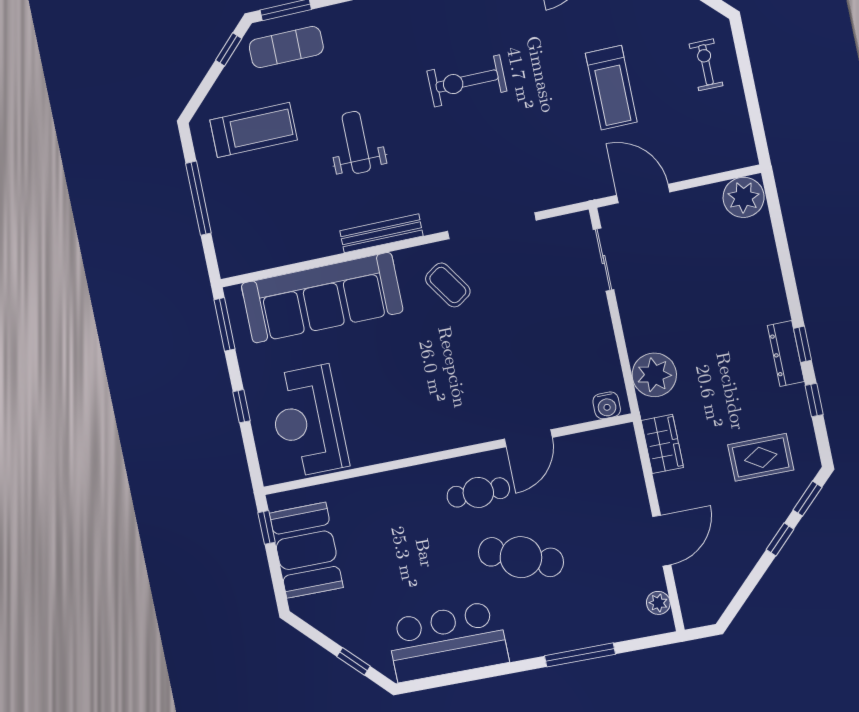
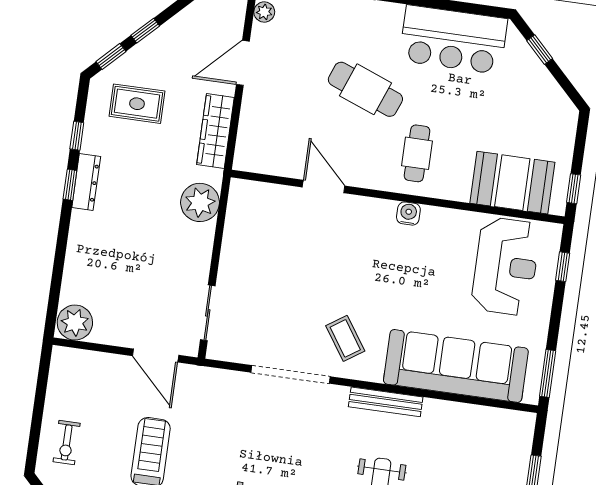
water cooler: (607, 405) -> (408, 214), moved
window: (241, 406) -> (563, 267), moved
door: (528, 438) -> (324, 186), hinge flipped
wardrobe: (662, 444) -> (215, 131), width x1.50
cafe table: (478, 492) -> (417, 153), moved, turned 90
booth: (306, 550) -> (512, 183), moved, turned 90

